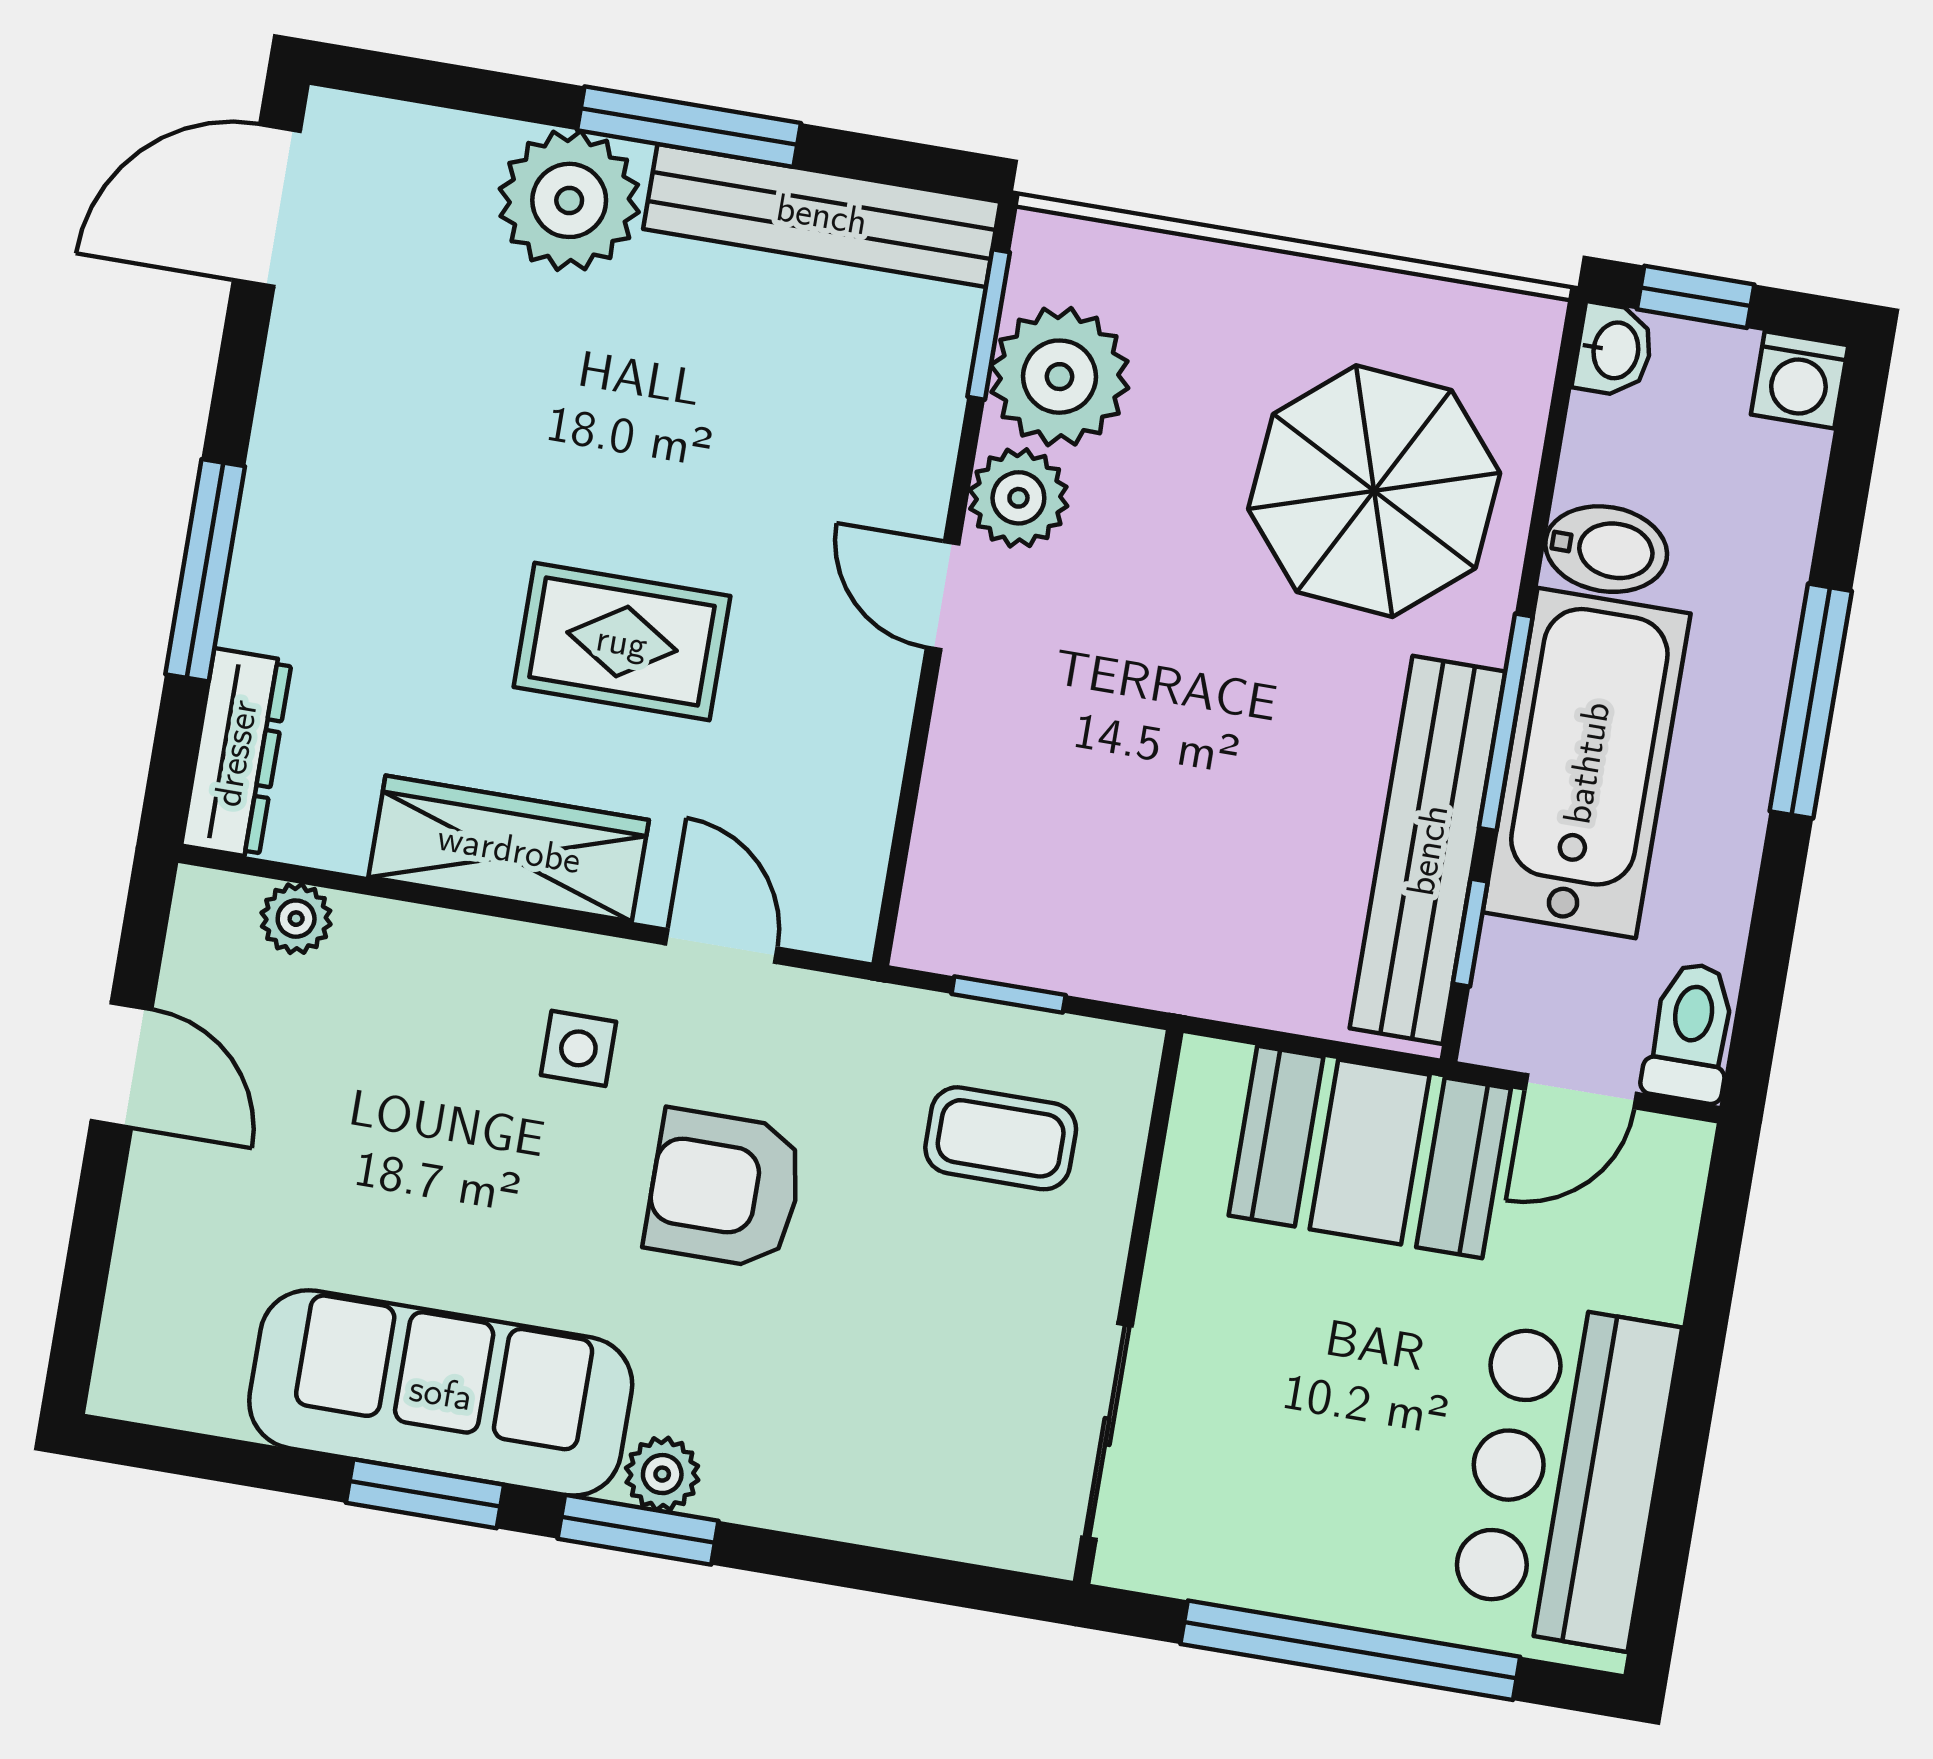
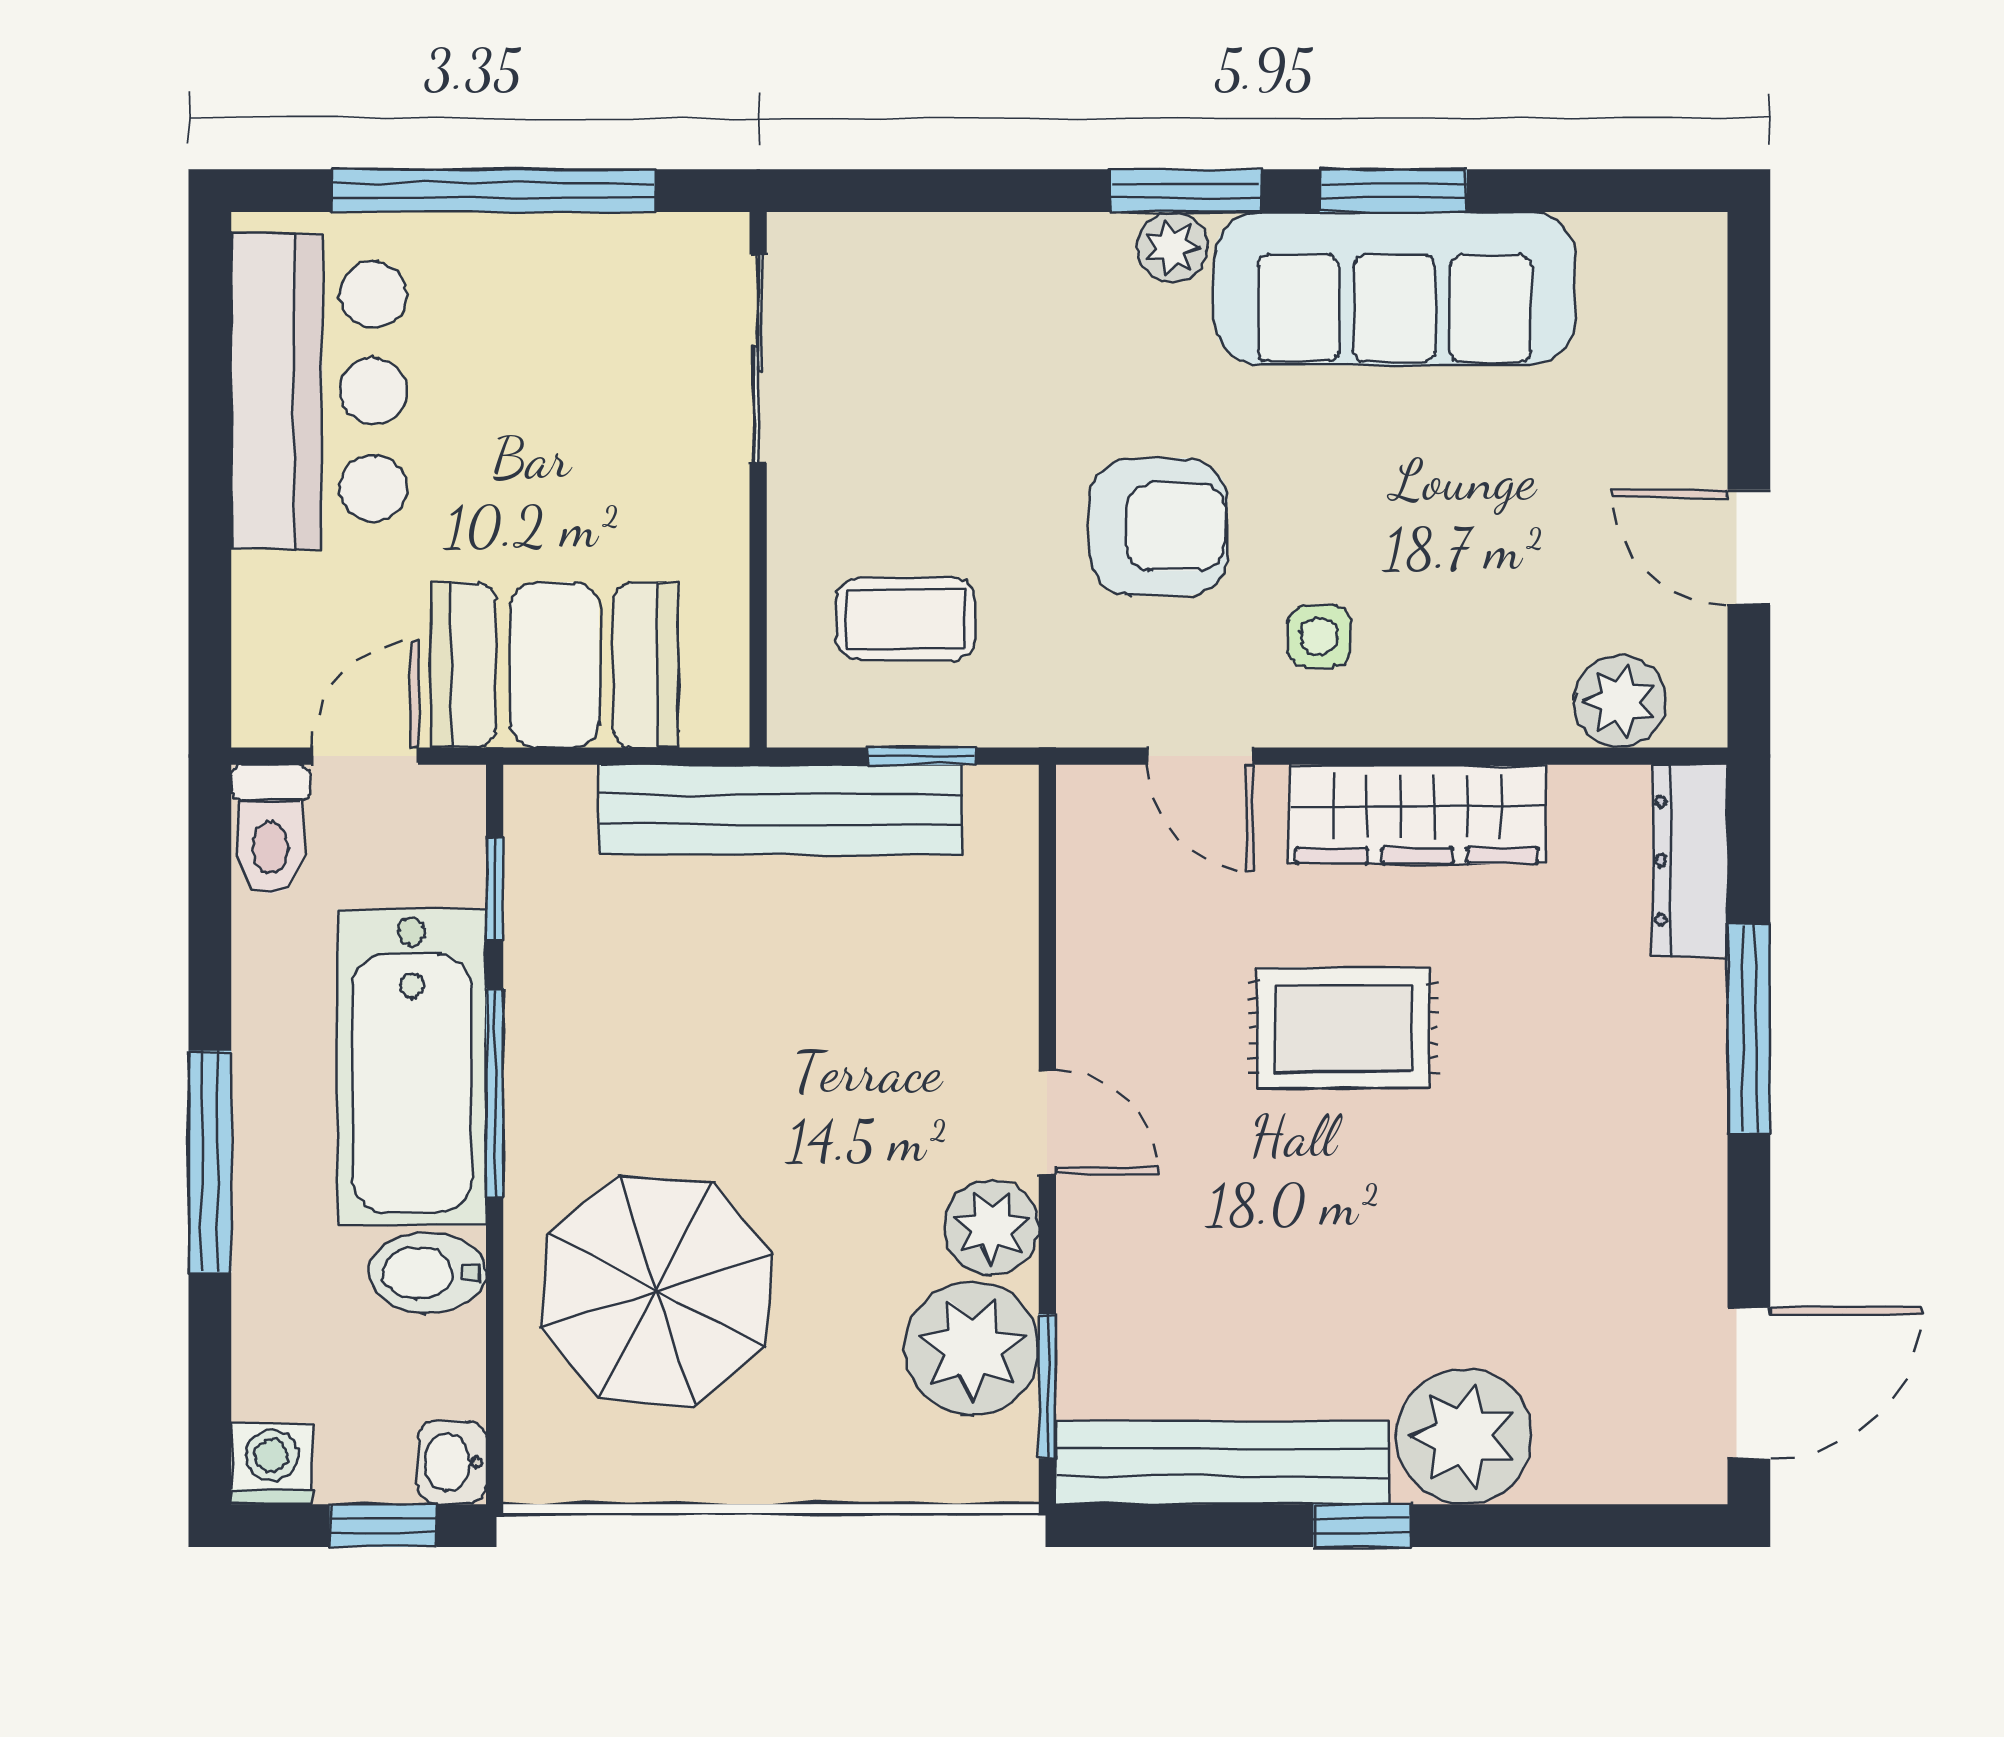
window: (689, 127) -> (1362, 1526), width x0.46
bench: (1428, 850) -> (781, 810), moved, turned 90
plant: (296, 919) -> (1620, 701), width x1.38, depth x1.38

